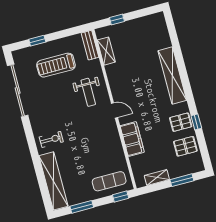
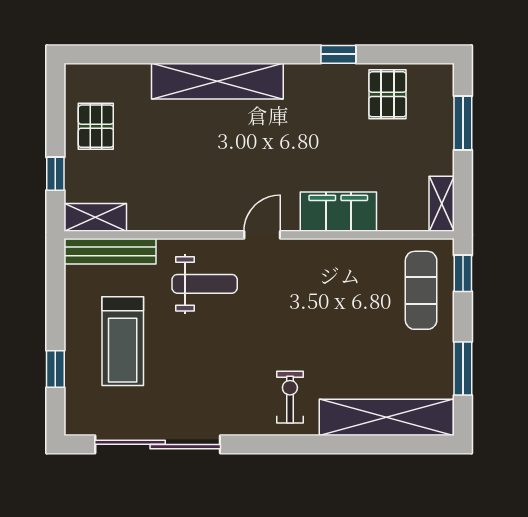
bench: (90, 45) -> (110, 251), width x1.36
shelving: (106, 51) -> (95, 217), moved
pallet: (181, 122) -> (96, 126), moved
shelving: (157, 178) -> (442, 204), moved

